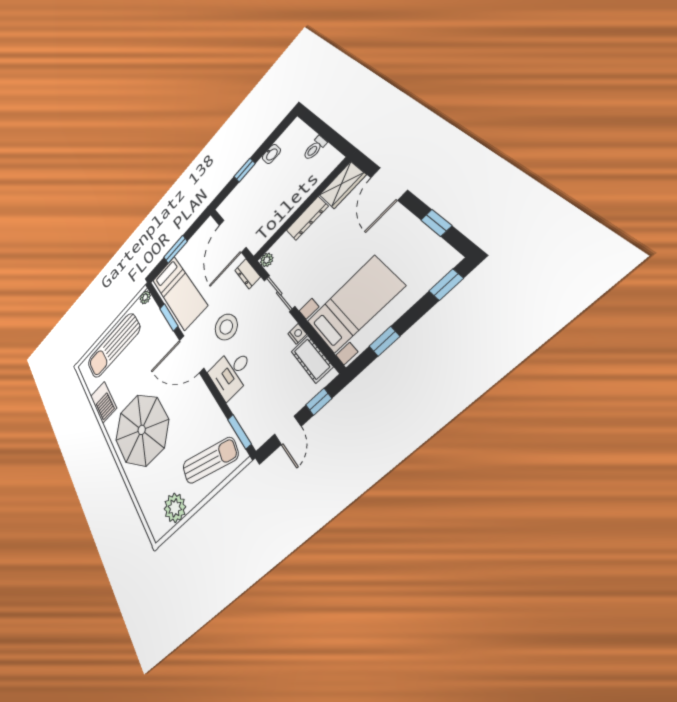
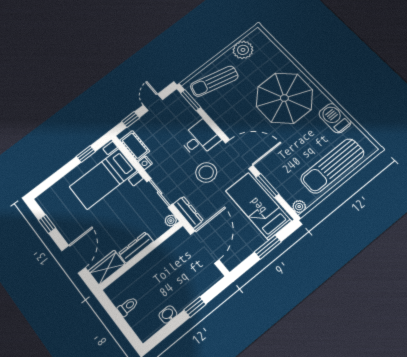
dresser: (247, 274) -> (188, 212), width x1.44
window: (446, 285) -> (46, 184), removed
sun lounger: (114, 346) -> (332, 166), turned 180

